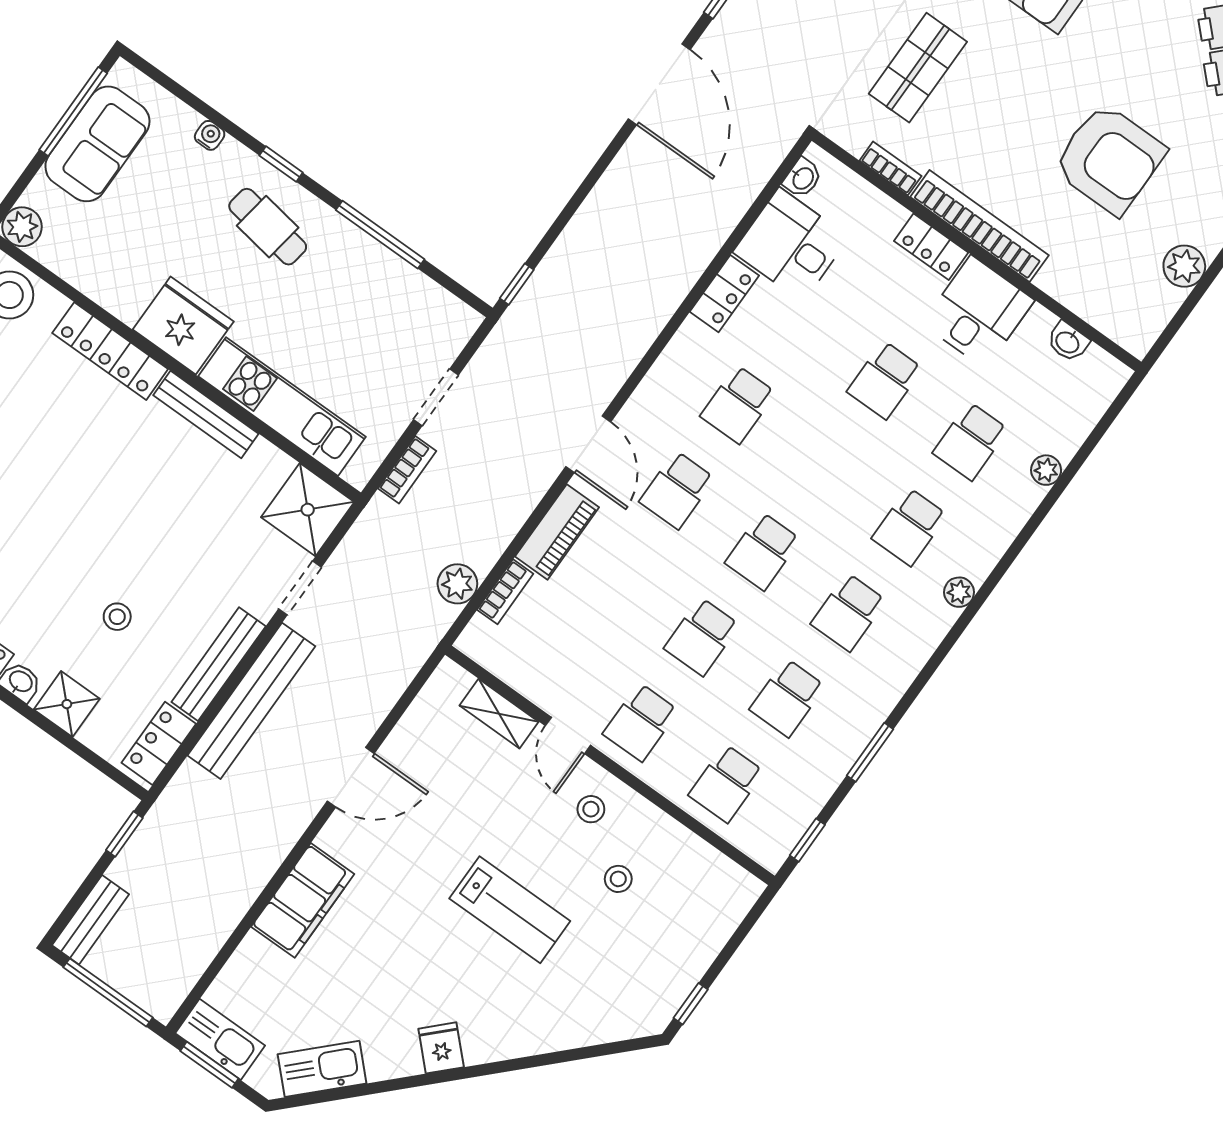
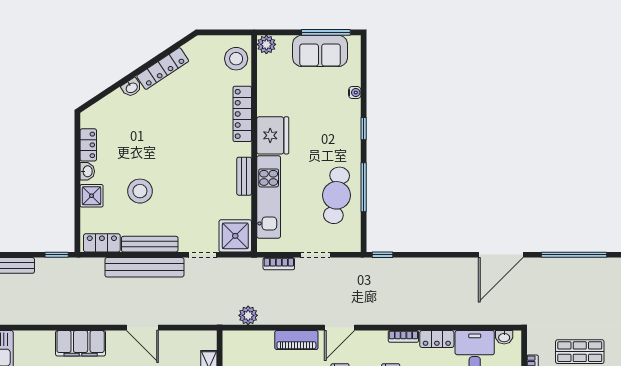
cafe table: (268, 227) -> (337, 195), moved, width x1.37, depth x1.35
bench: (206, 415) -> (244, 176), width x0.73
bookcase: (505, 592) -> (403, 336), moved
stool: (117, 617) -> (140, 191), width x1.89, depth x1.89

